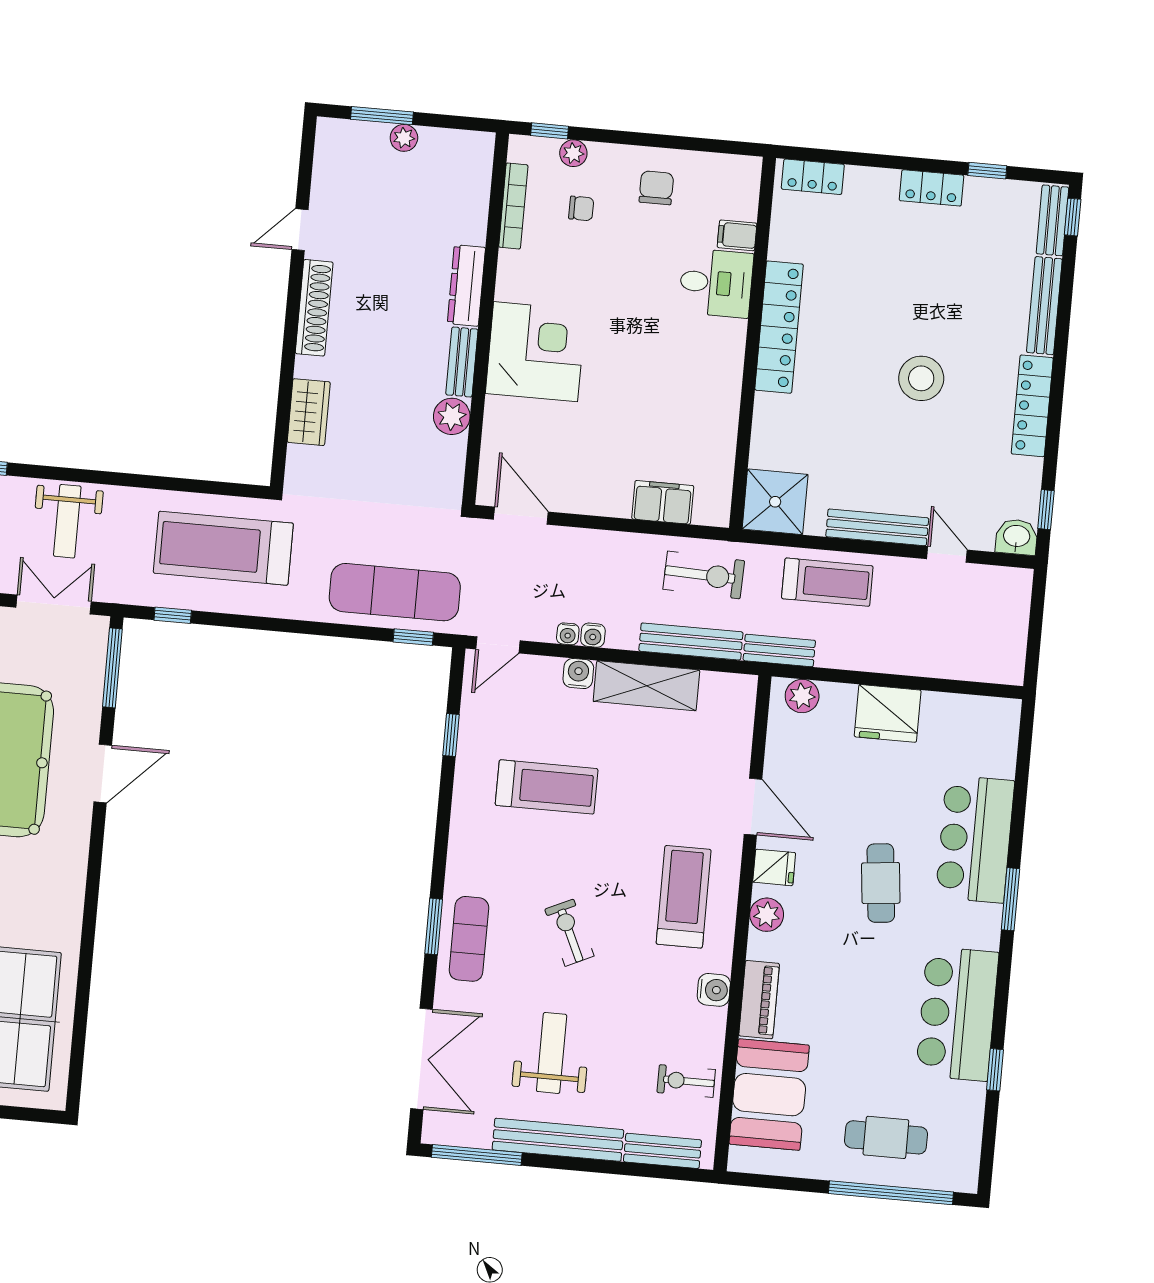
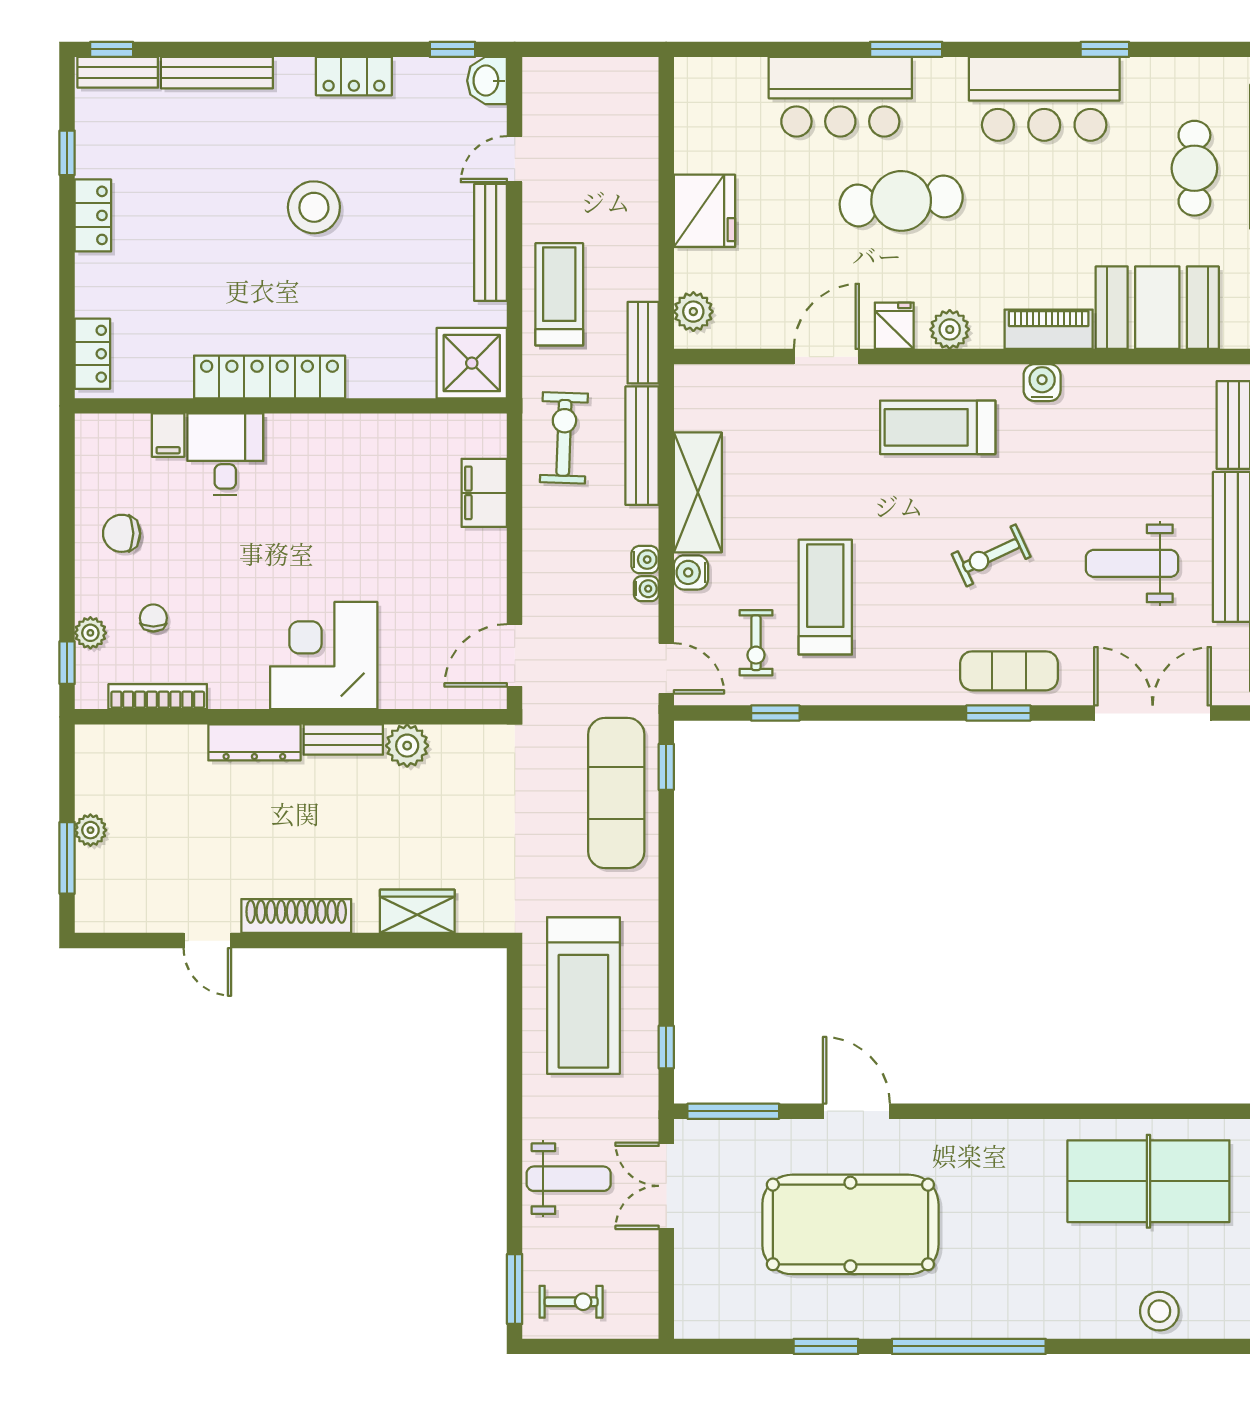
locker: (1032, 406) -> (354, 76), width x0.66
cafe table: (881, 883) -> (901, 201), width x1.37, depth x1.35
exercise bike: (686, 1081) -> (756, 643), moved

